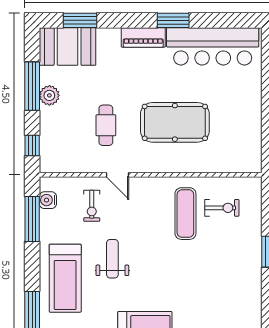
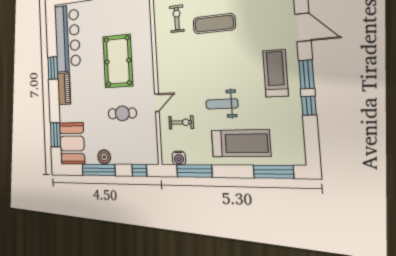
exercise mat: (185, 214) -> (214, 24), moved

